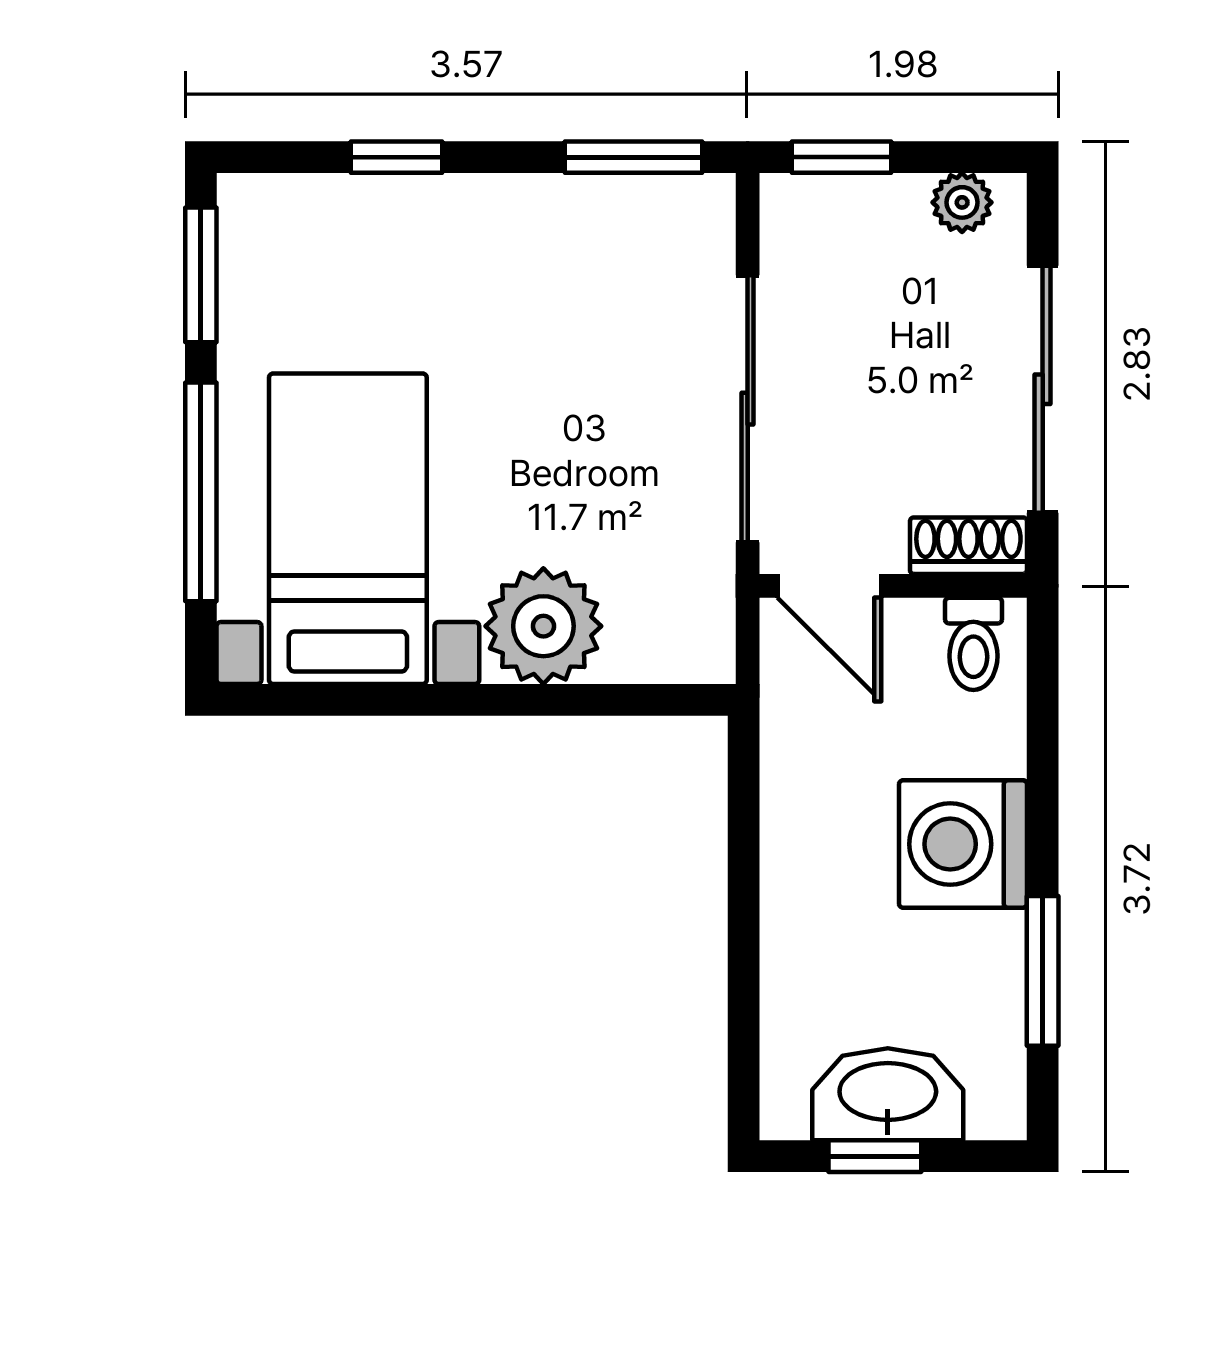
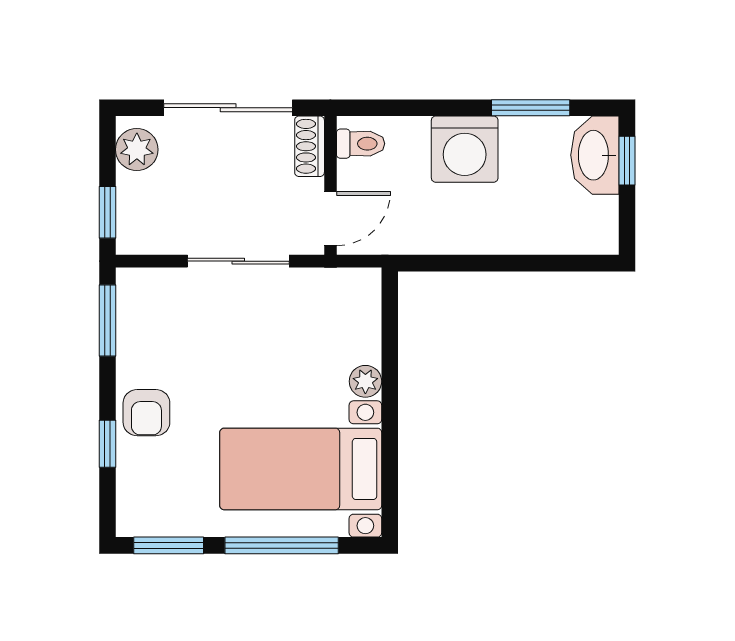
plant: (962, 202) -> (137, 150), width x1.38, depth x1.38
armchair: (456, 232) -> (146, 413), added
sliding door: (748, 409) -> (238, 261), width x0.73
plant: (543, 626) -> (365, 381), width x0.53, depth x0.53
washbasin: (888, 1094) -> (595, 155), moved
window: (875, 1156) -> (627, 161), moved

